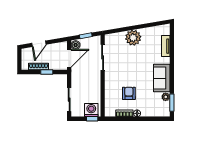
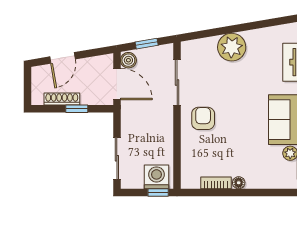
door: (69, 58) -> (117, 84), hinge flipped
armchair: (129, 93) -> (203, 118), moved

